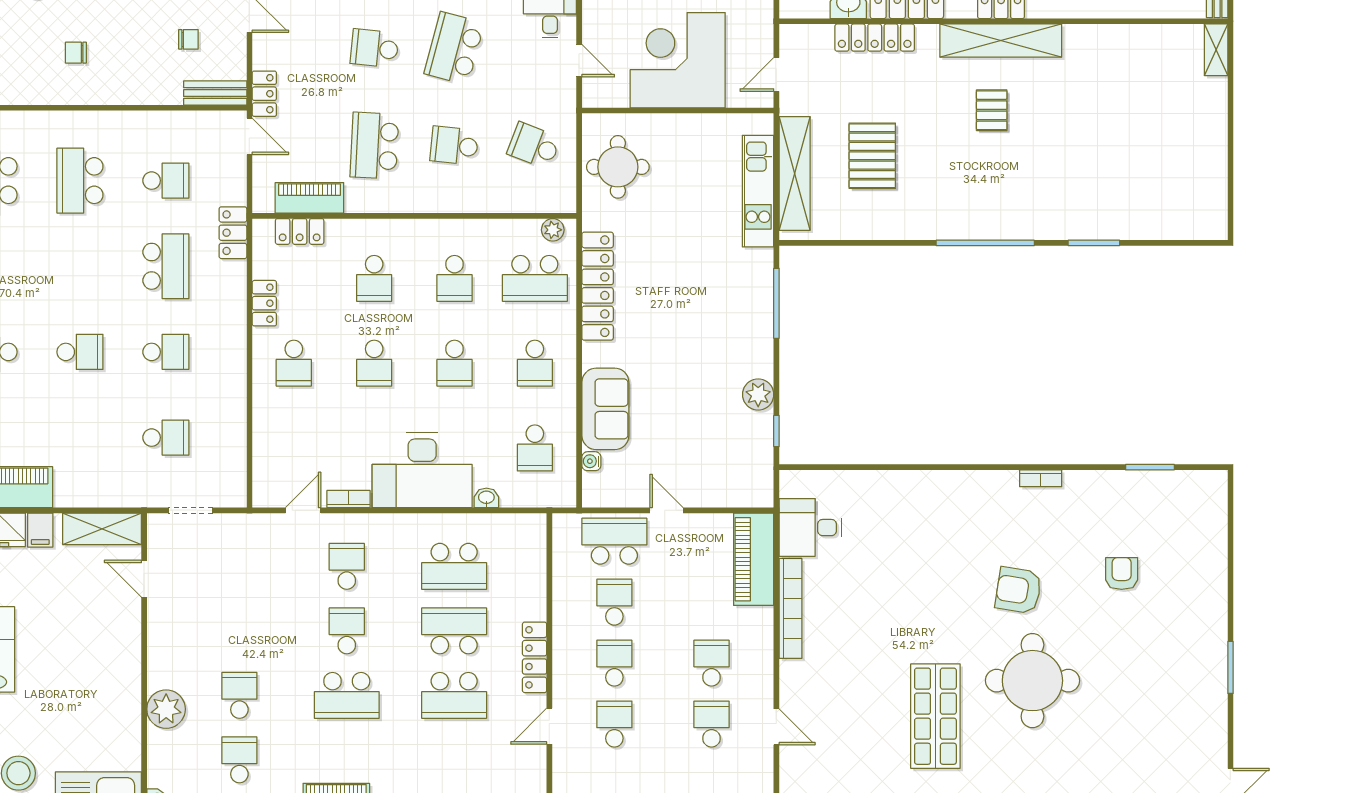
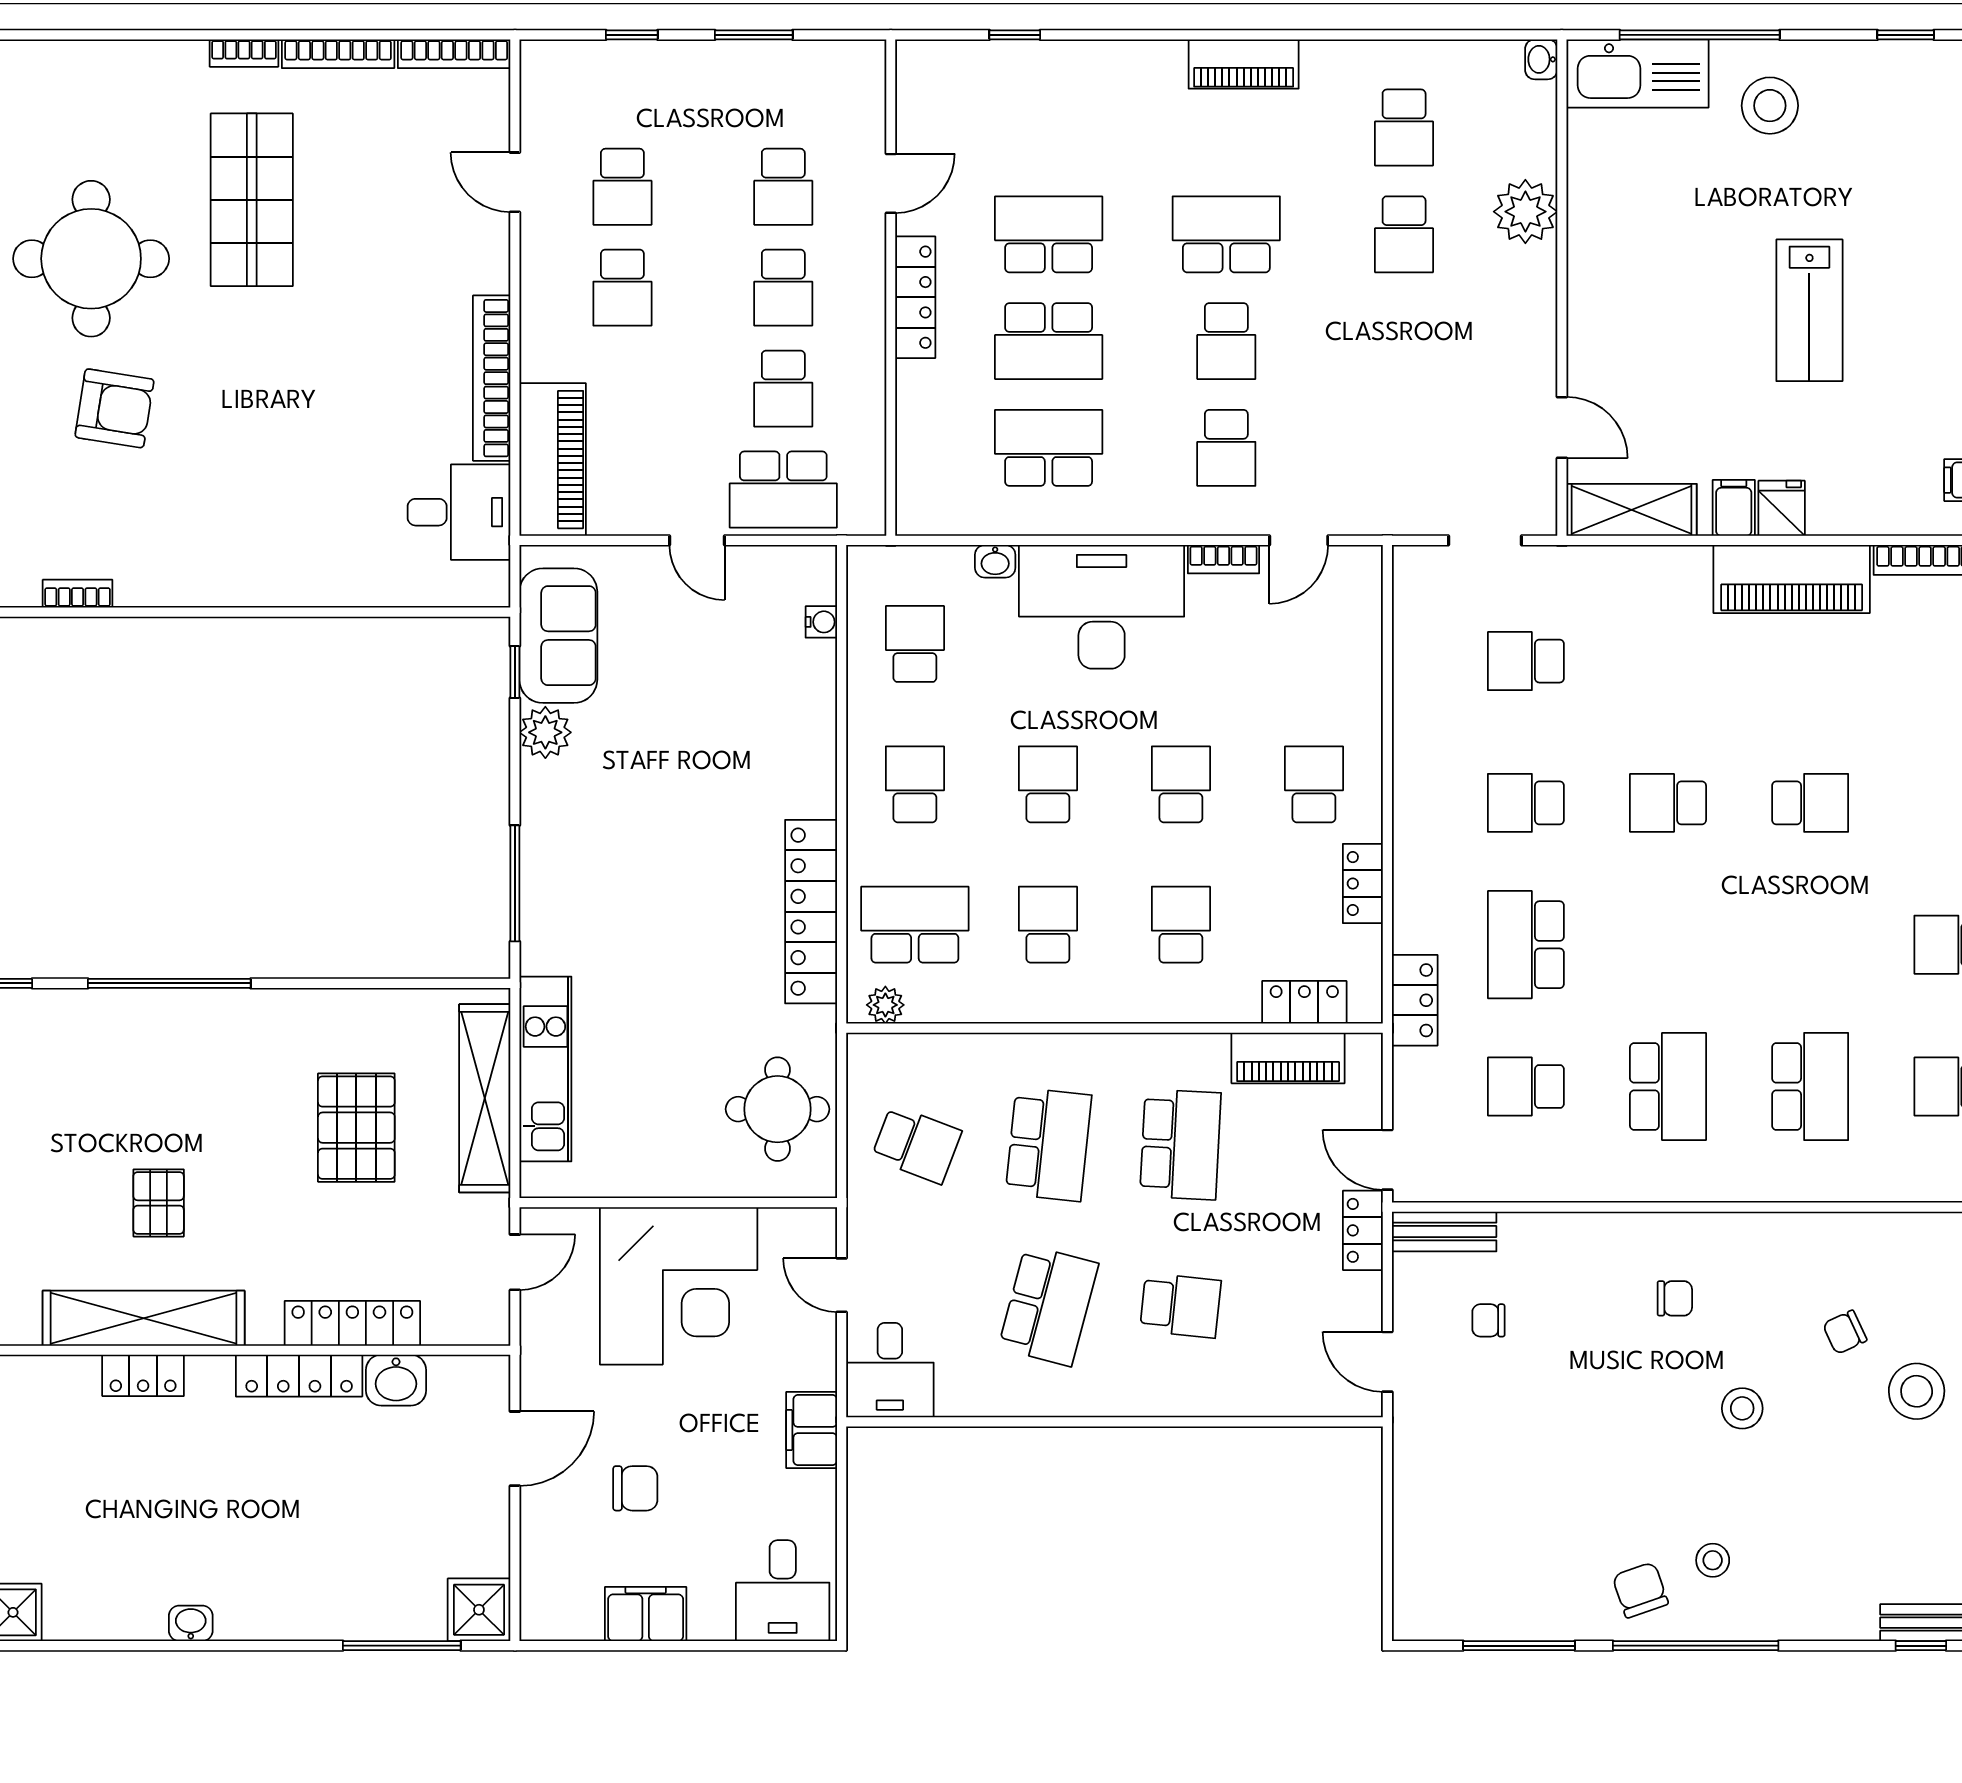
school desk: (454, 146) -> (1048, 1144), width x1.85
sofa: (605, 409) -> (558, 636), moved, turned 180

